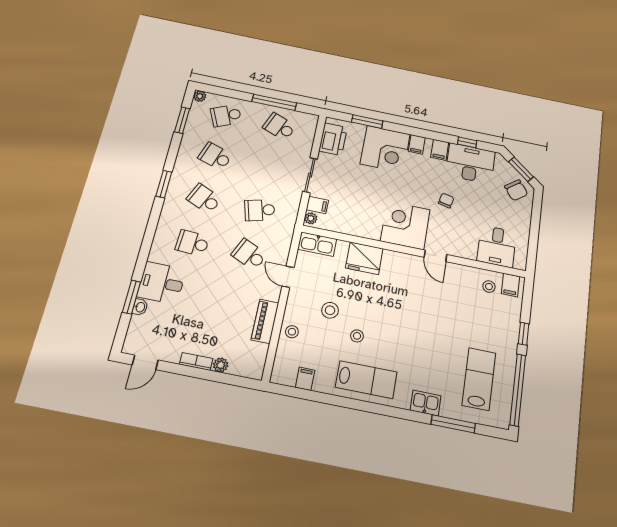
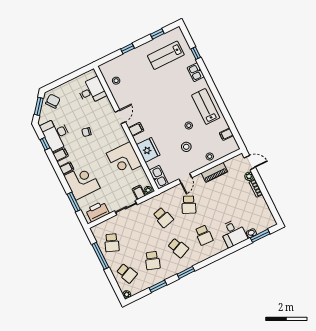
window: (182, 120) -> (158, 286), moved
school desk: (204, 199) -> (178, 248), turned -48
corner desk: (405, 225) -> (124, 159), moved
filing cabinet: (511, 285) -> (136, 129), moved
window: (131, 297) -> (260, 236), moved
door: (145, 362) -> (250, 163), moved
window: (518, 390) -> (157, 34), width x0.32
window: (453, 424) -> (196, 53), width x0.46

